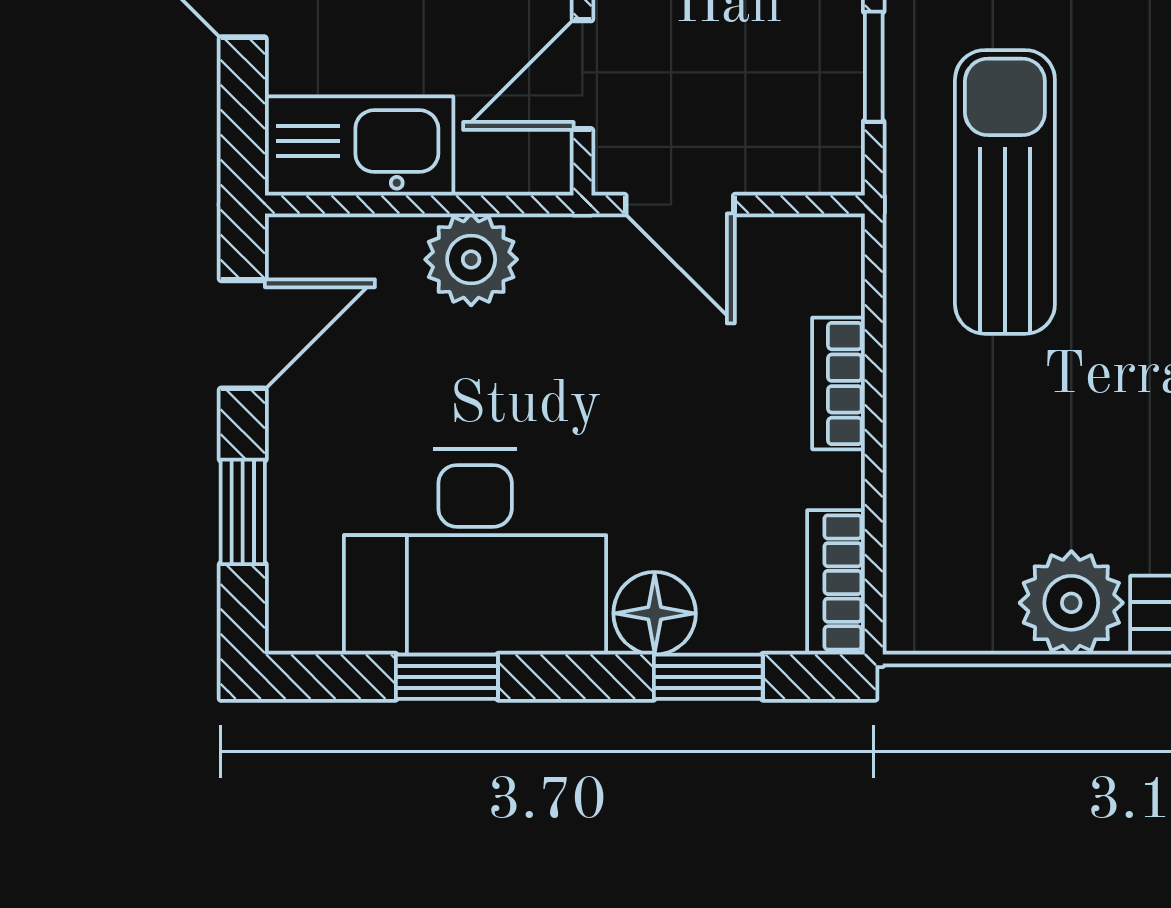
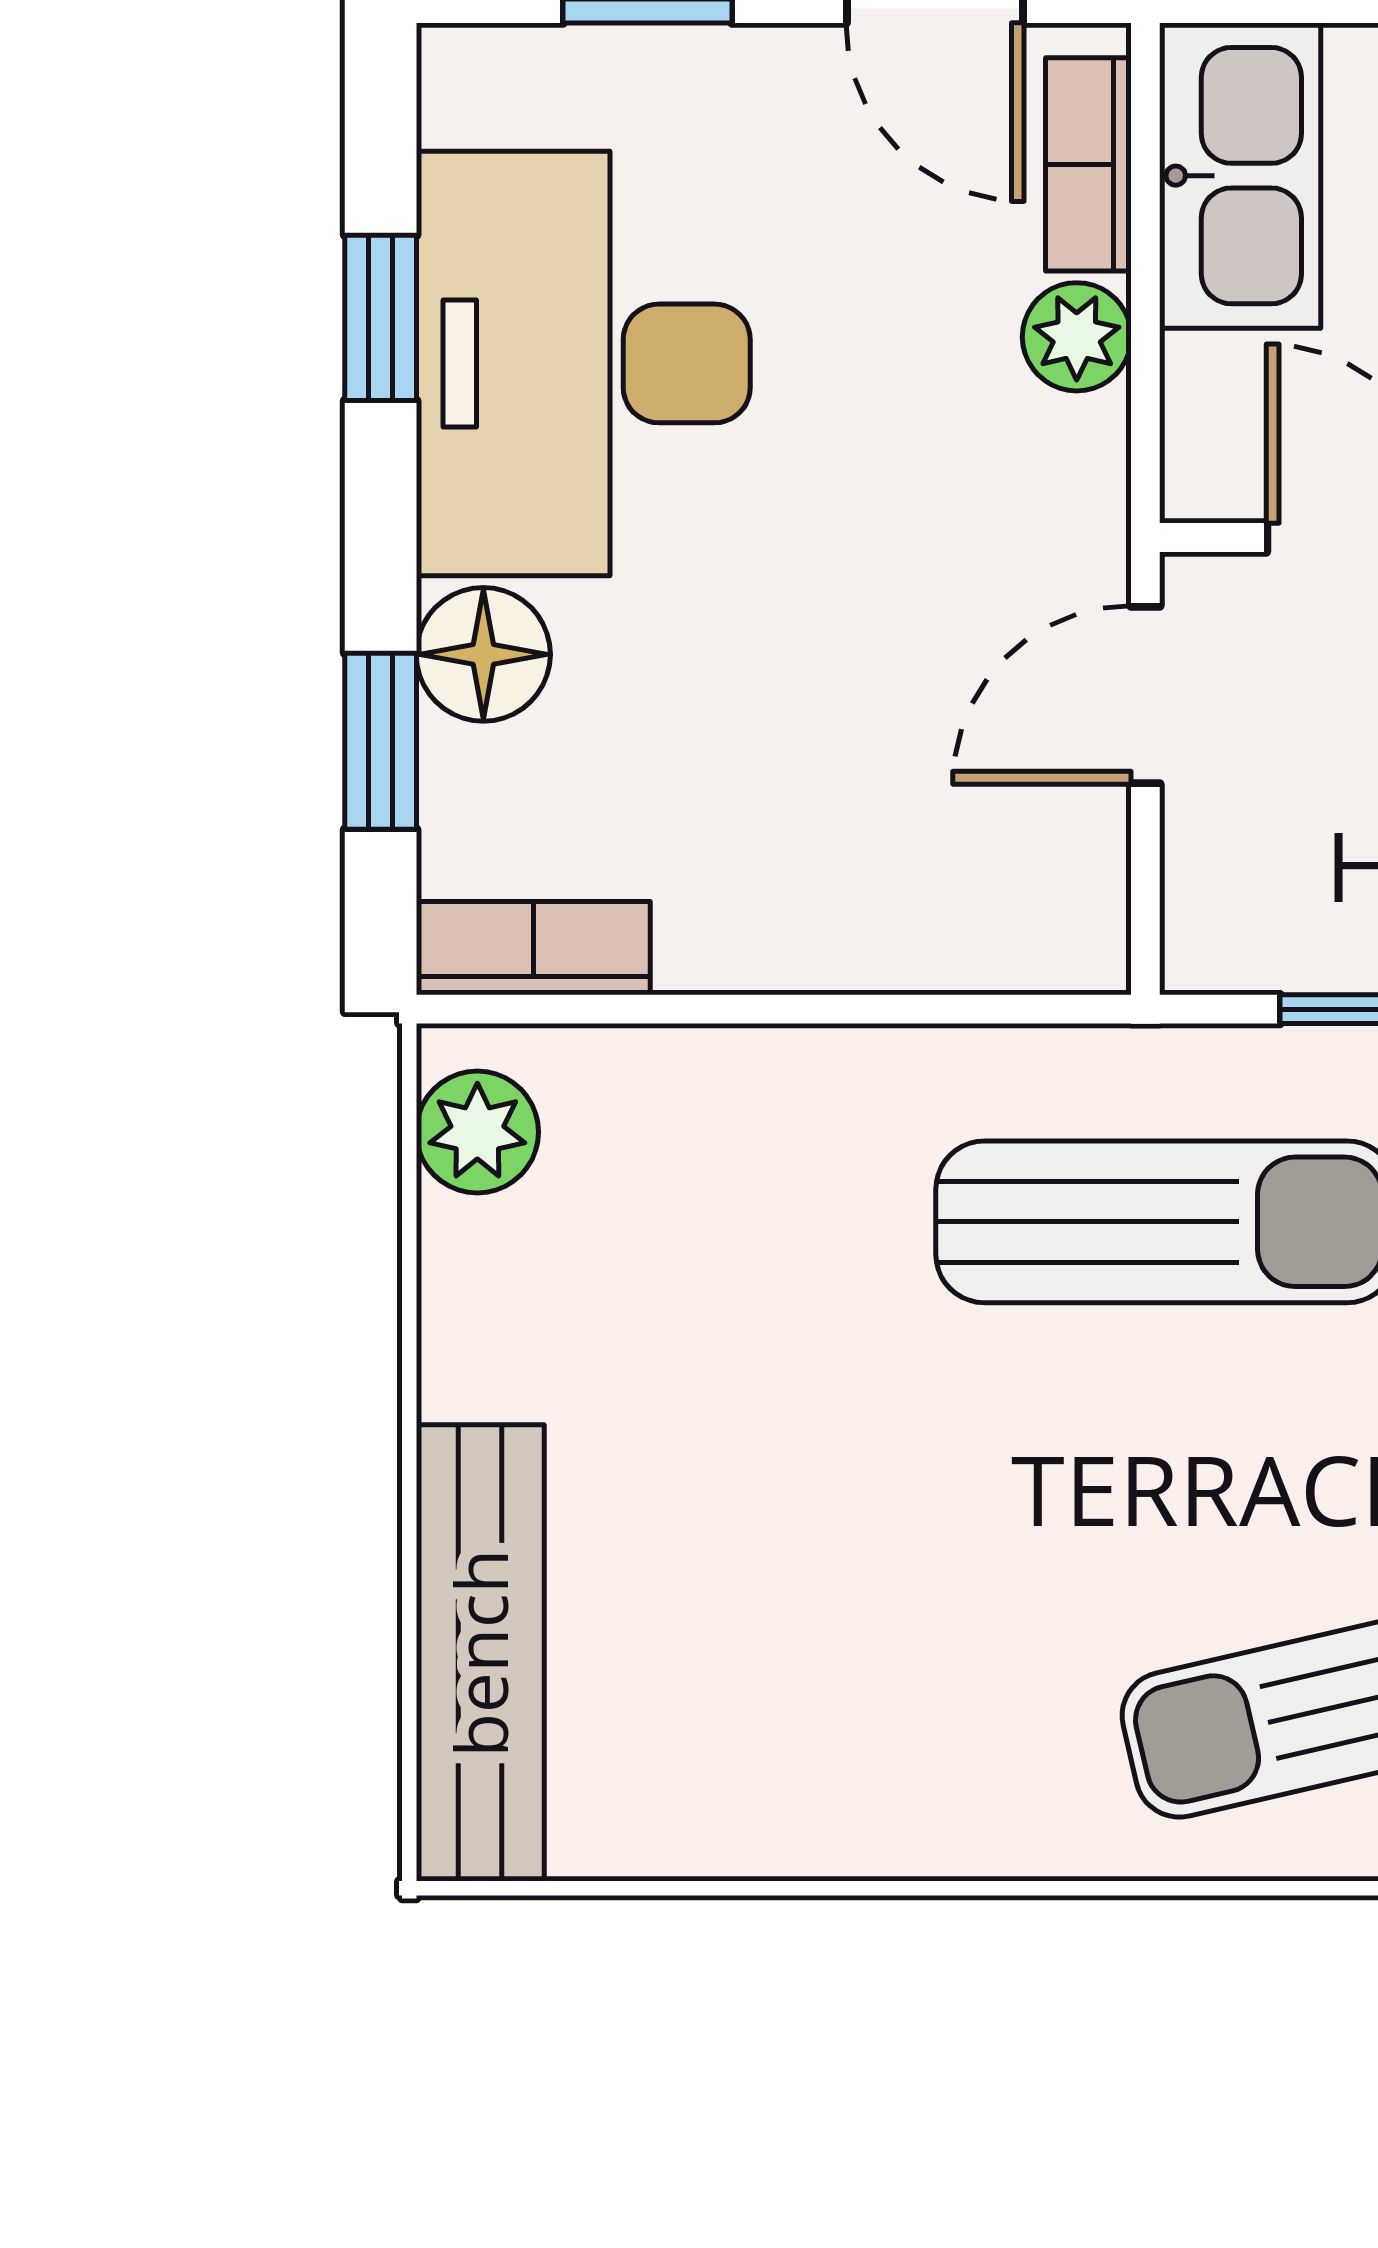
plant: (471, 259) -> (1077, 337), width x0.73, depth x0.73
bookcase: (839, 383) -> (1088, 164), moved, turned -90
plant: (1071, 603) -> (477, 1132), moved, width x0.73, depth x0.73

